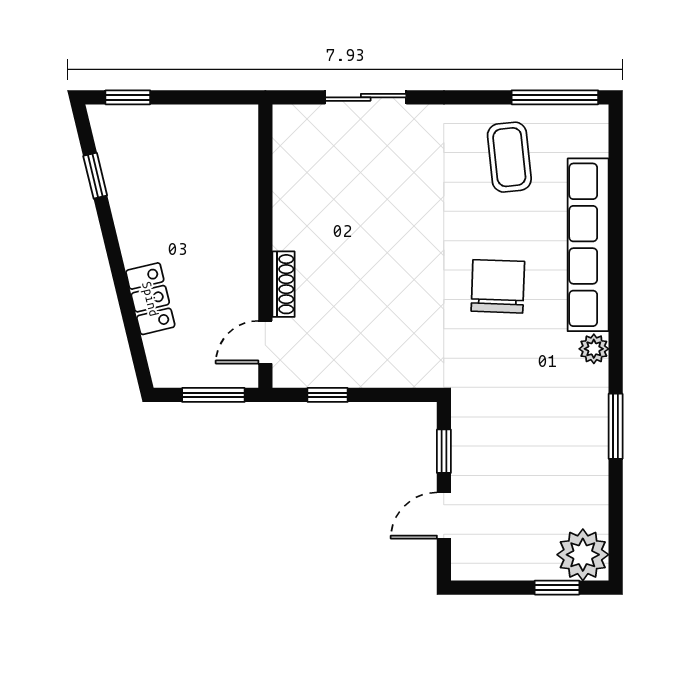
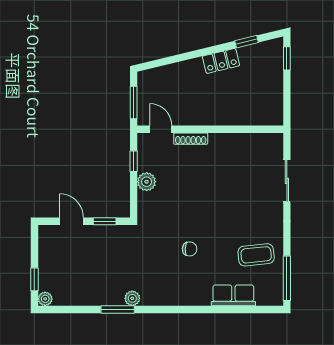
row of seats: (588, 245) -> (233, 295), width x0.50
chair: (498, 286) -> (190, 249), width x0.54, depth x0.54
locker: (150, 299) -> (221, 61), moved
plant: (594, 349) -> (132, 298), moved
plant: (367, 370) -> (147, 182), added
plant: (583, 555) -> (45, 299), width x0.53, depth x0.53

